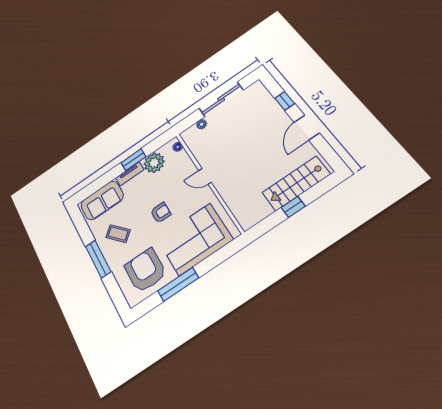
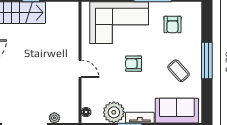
armchair: (145, 270) -> (172, 24), width x0.53, depth x0.53

